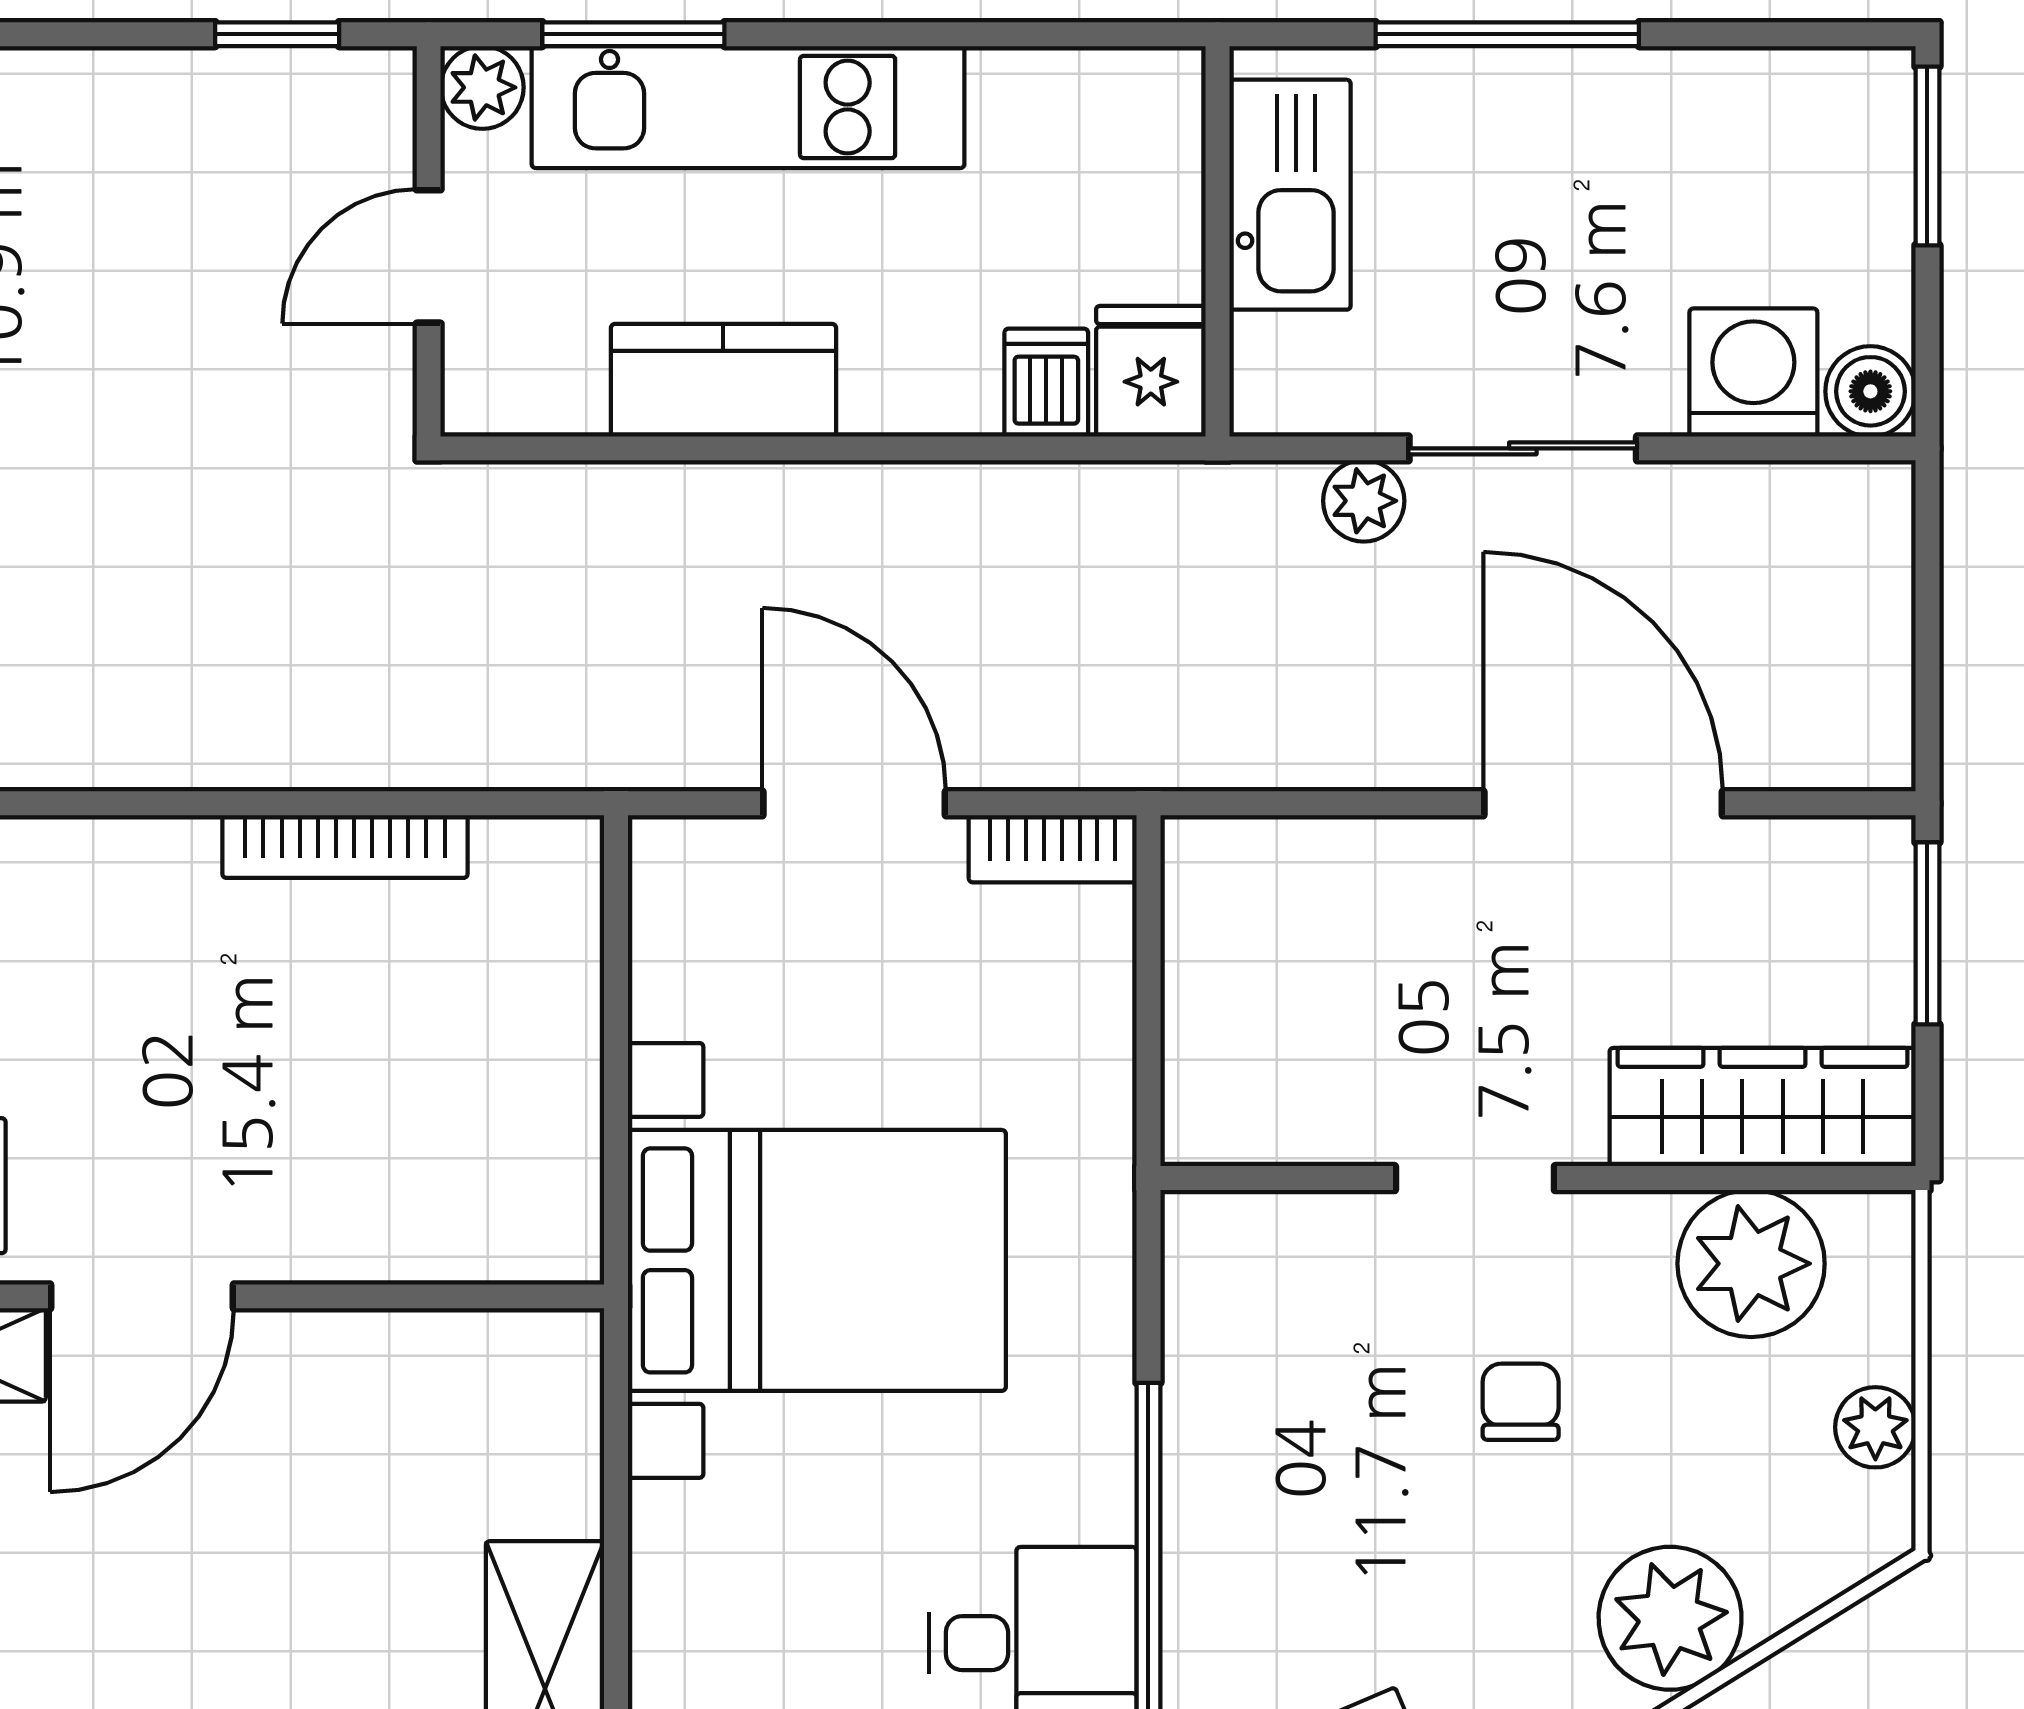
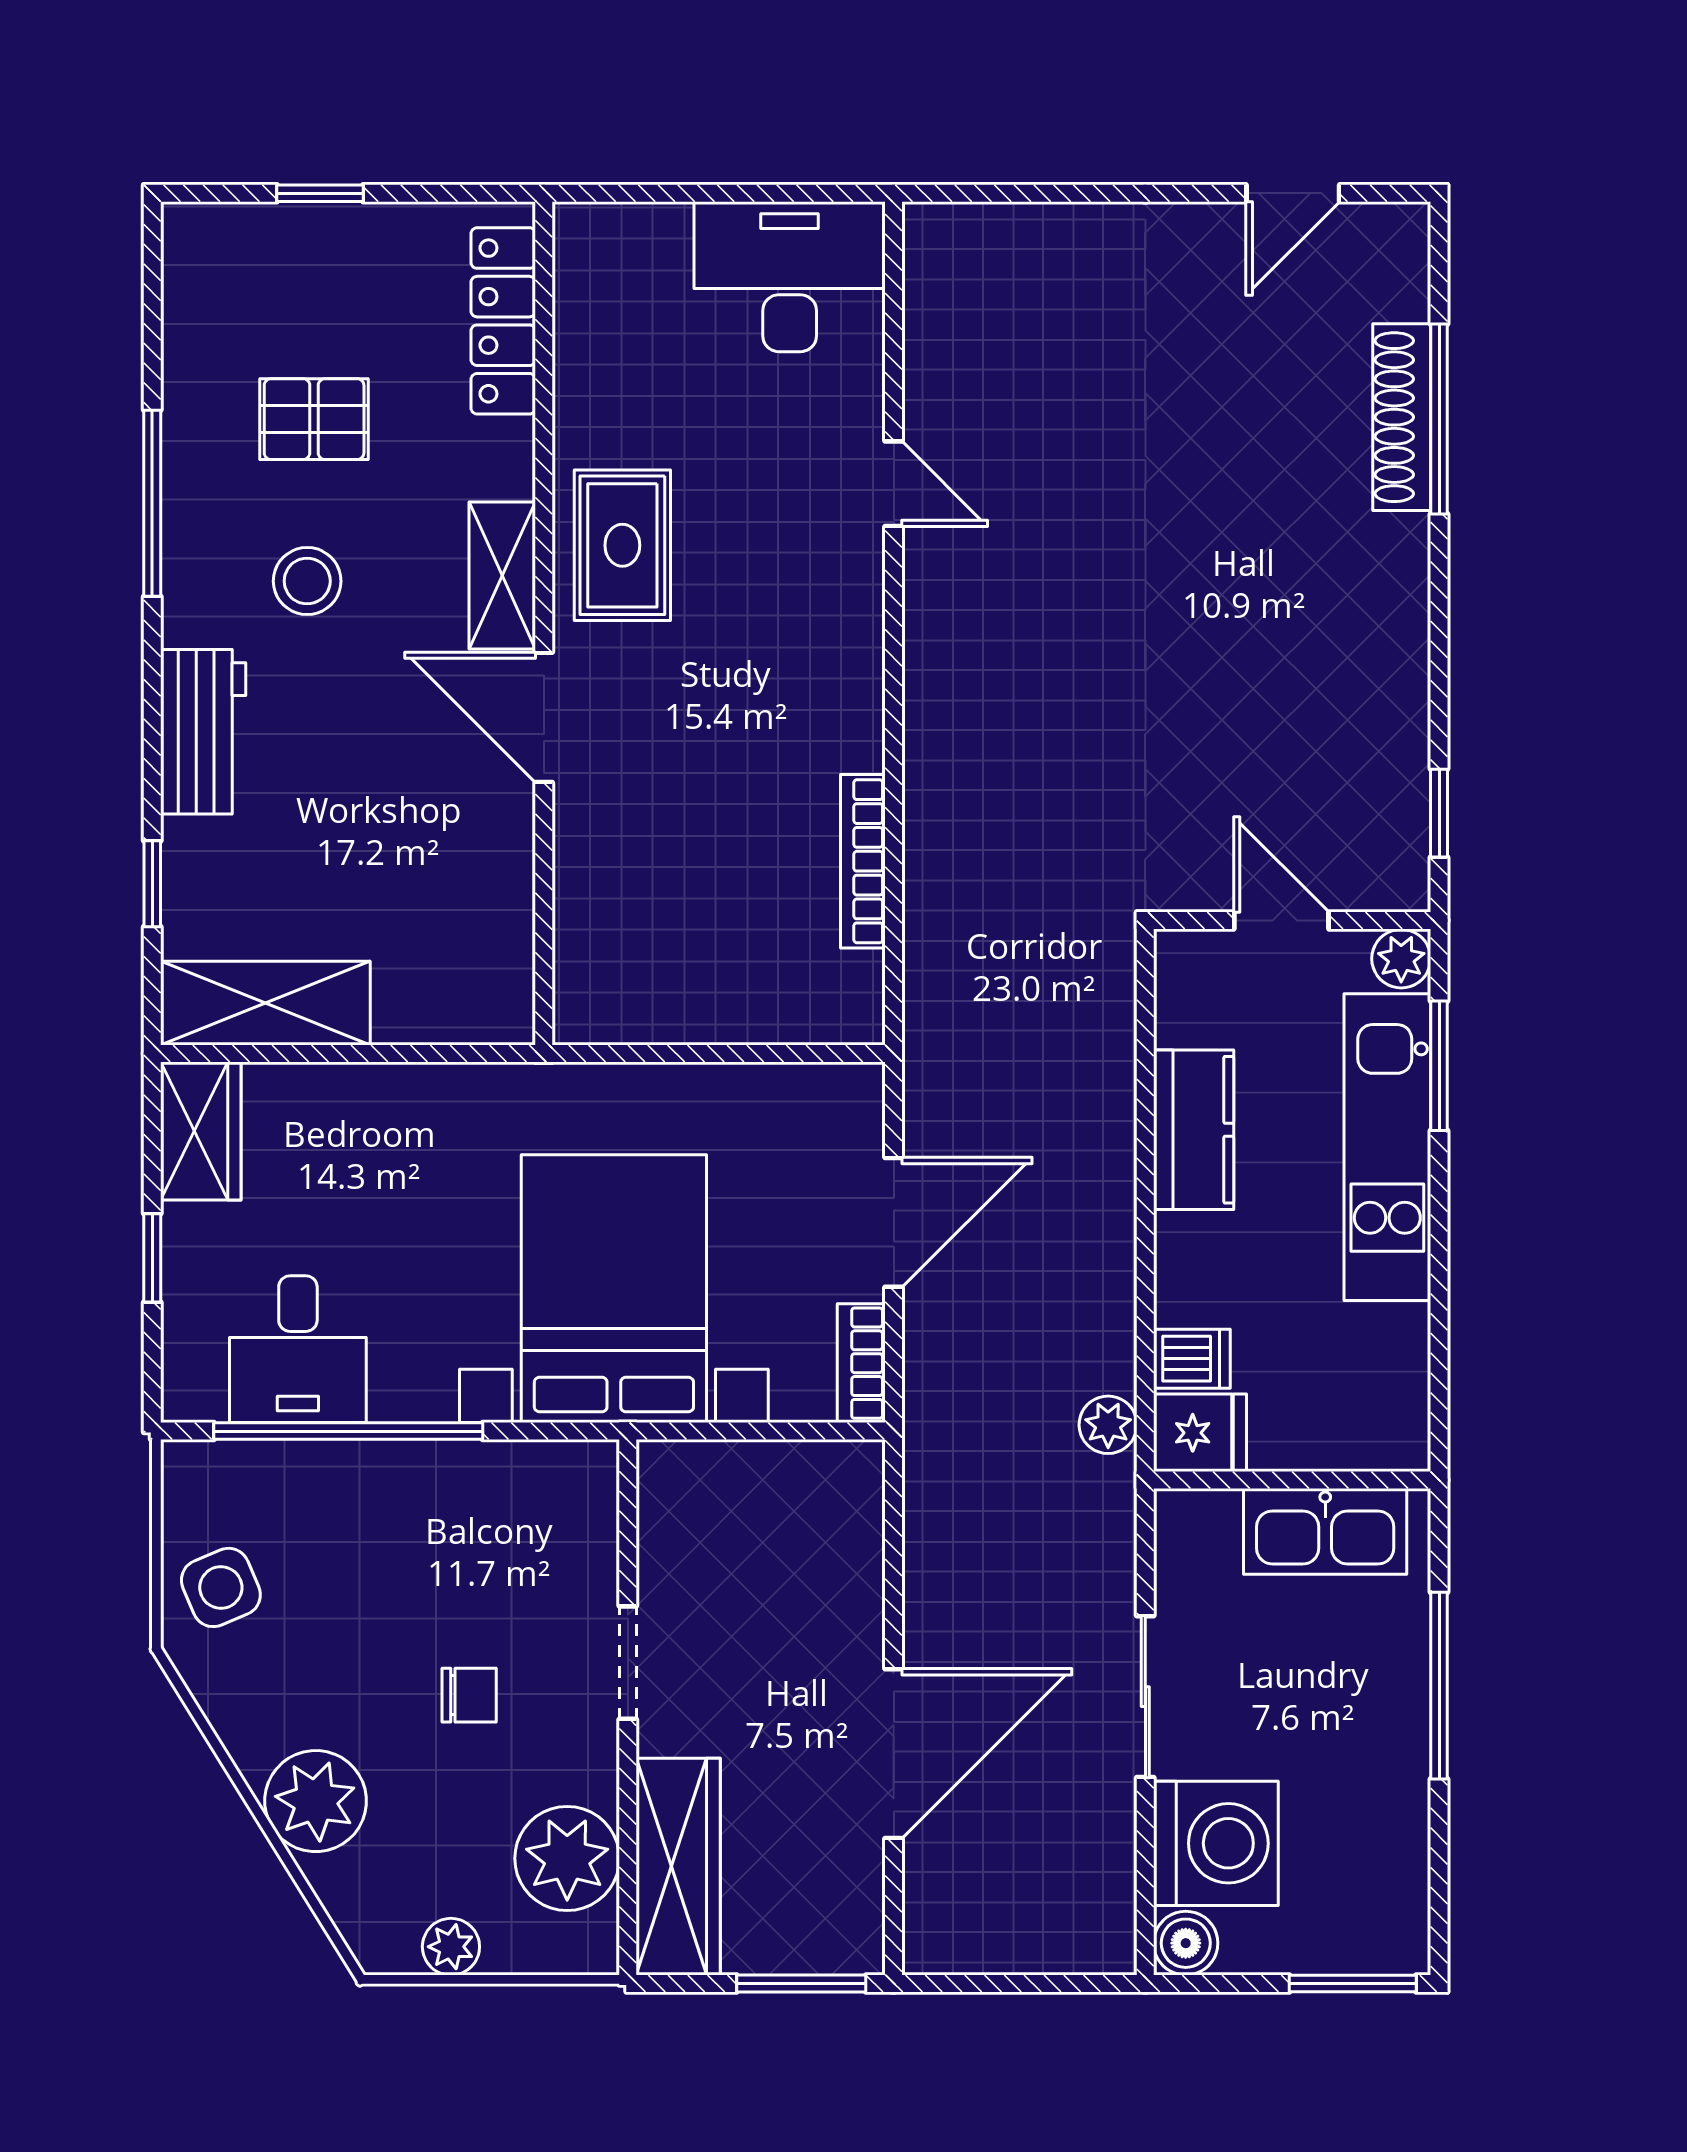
washing machine: (1753, 373) -> (1216, 1843), width x1.37, depth x1.37
plant: (1364, 501) -> (1108, 1425), moved
bed with nightstands: (817, 1260) -> (614, 1289), moved, turned 180

